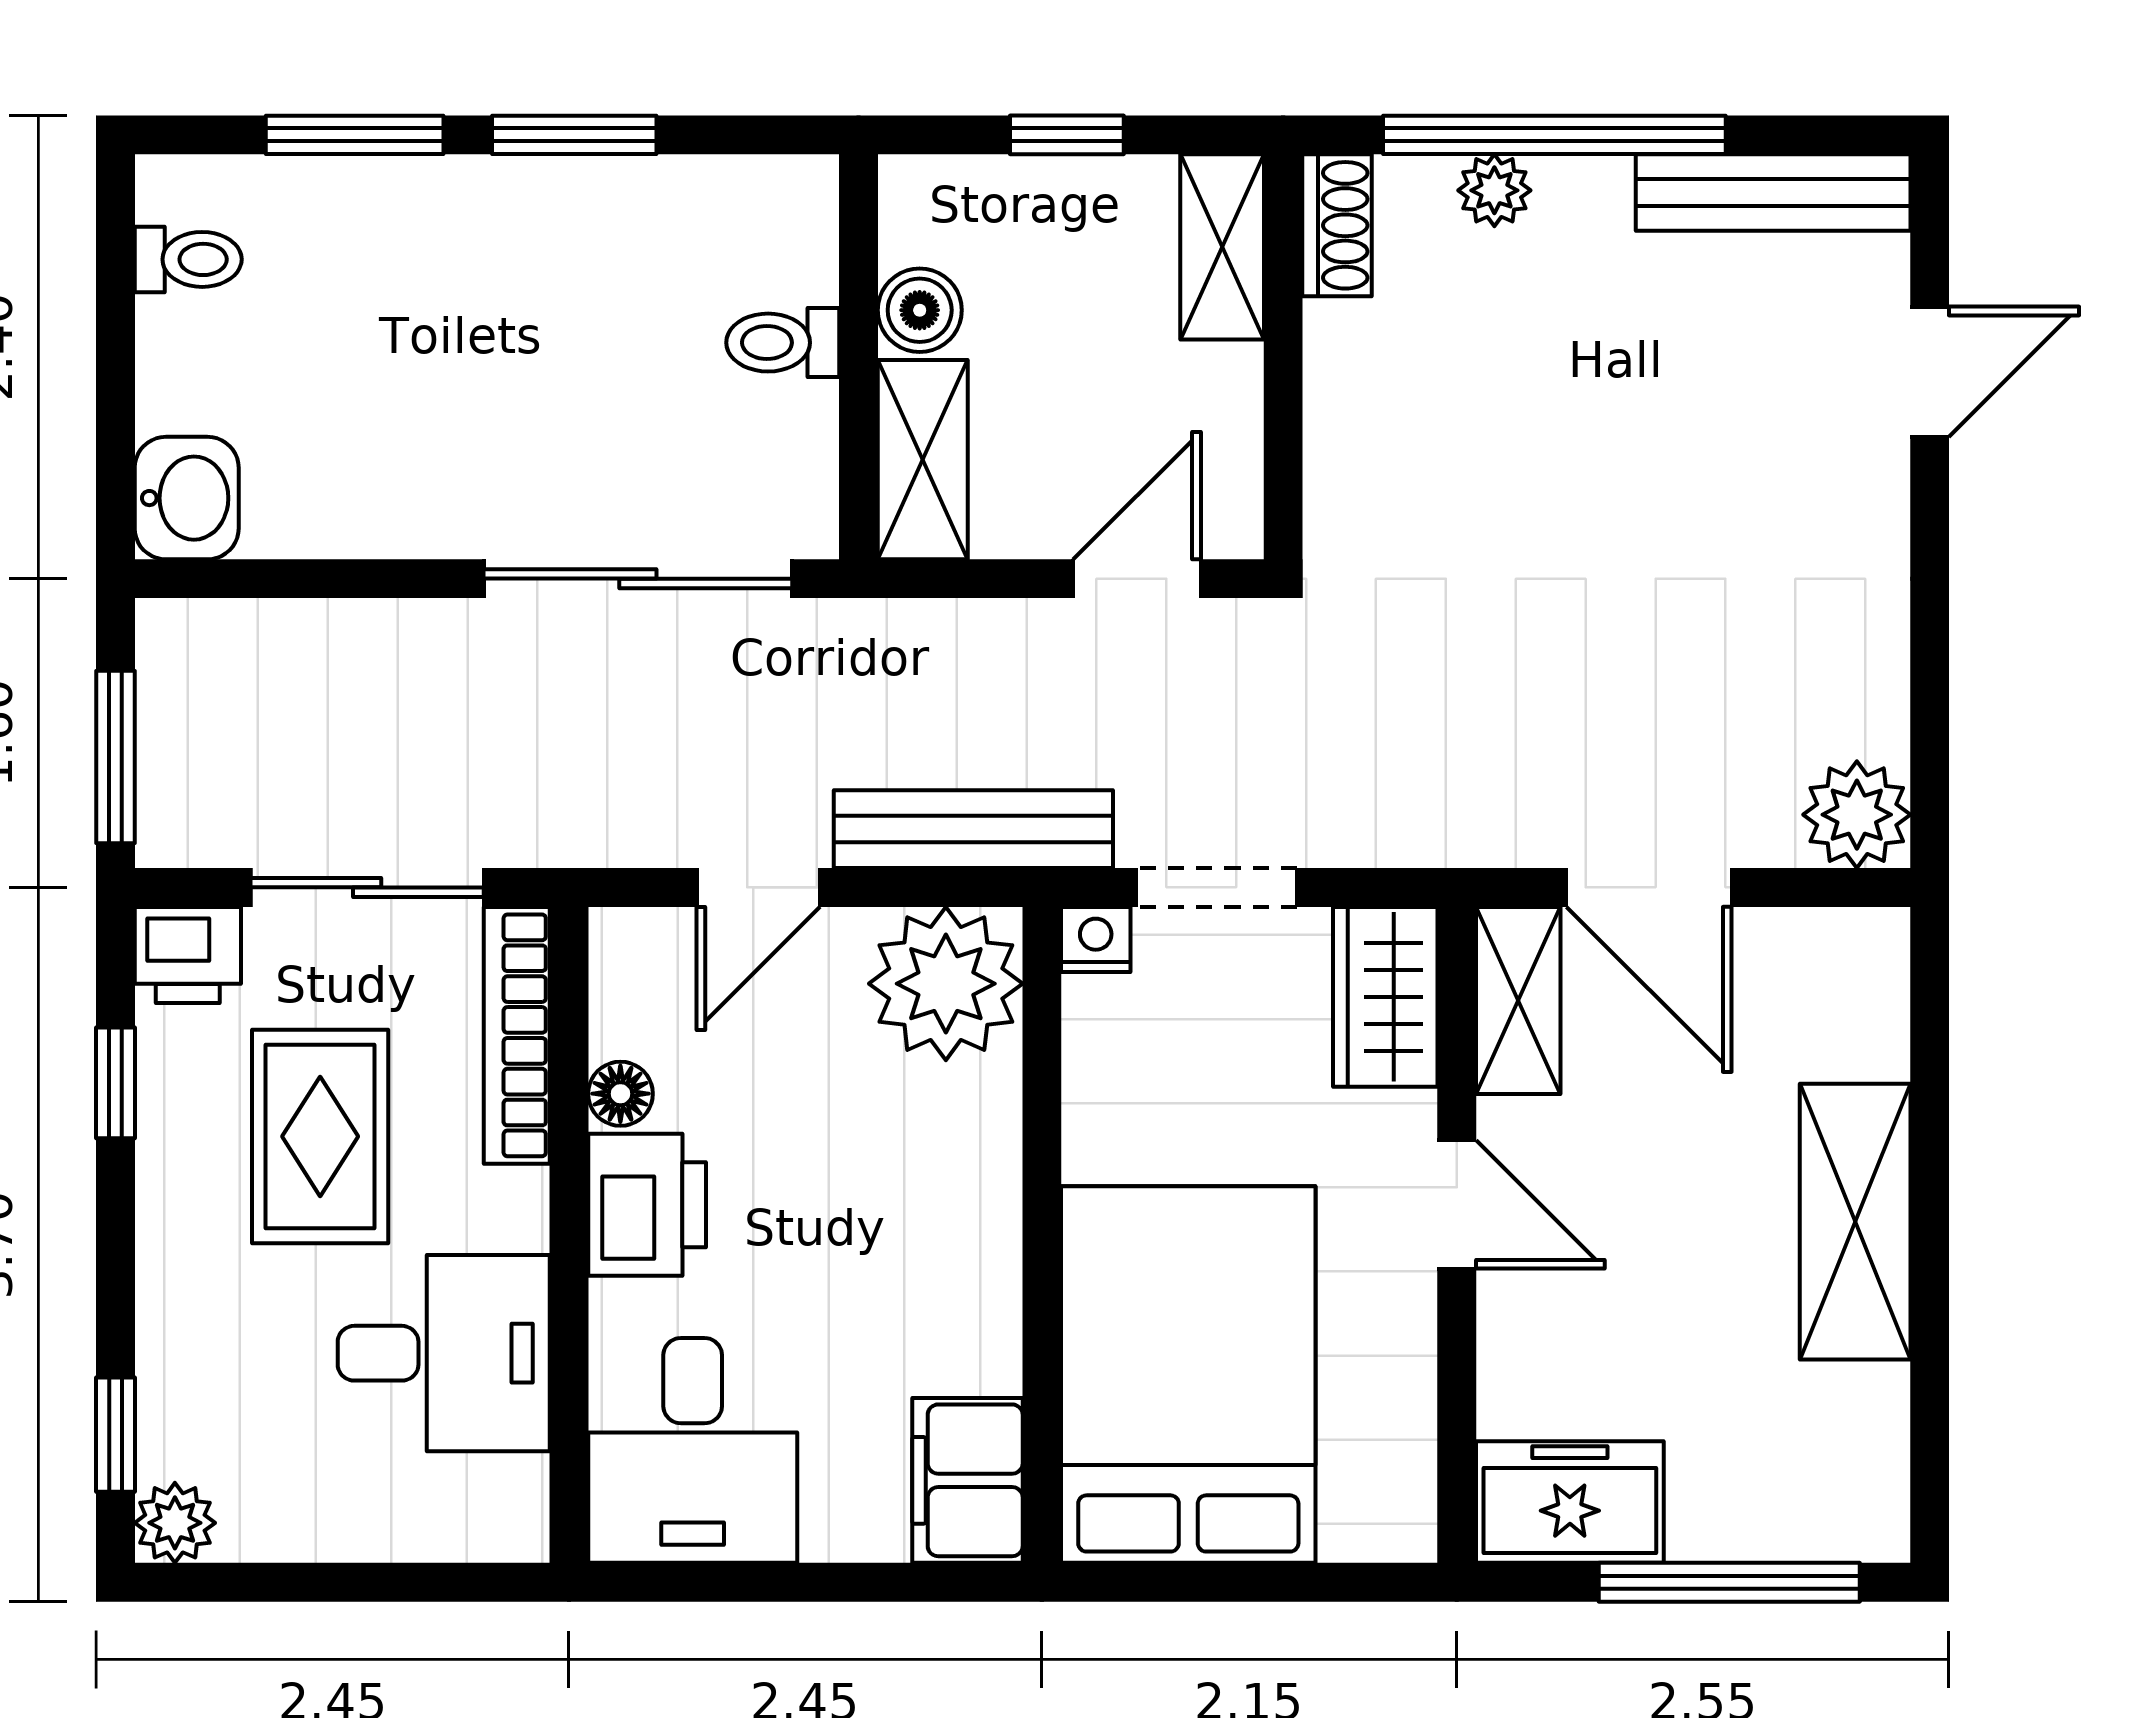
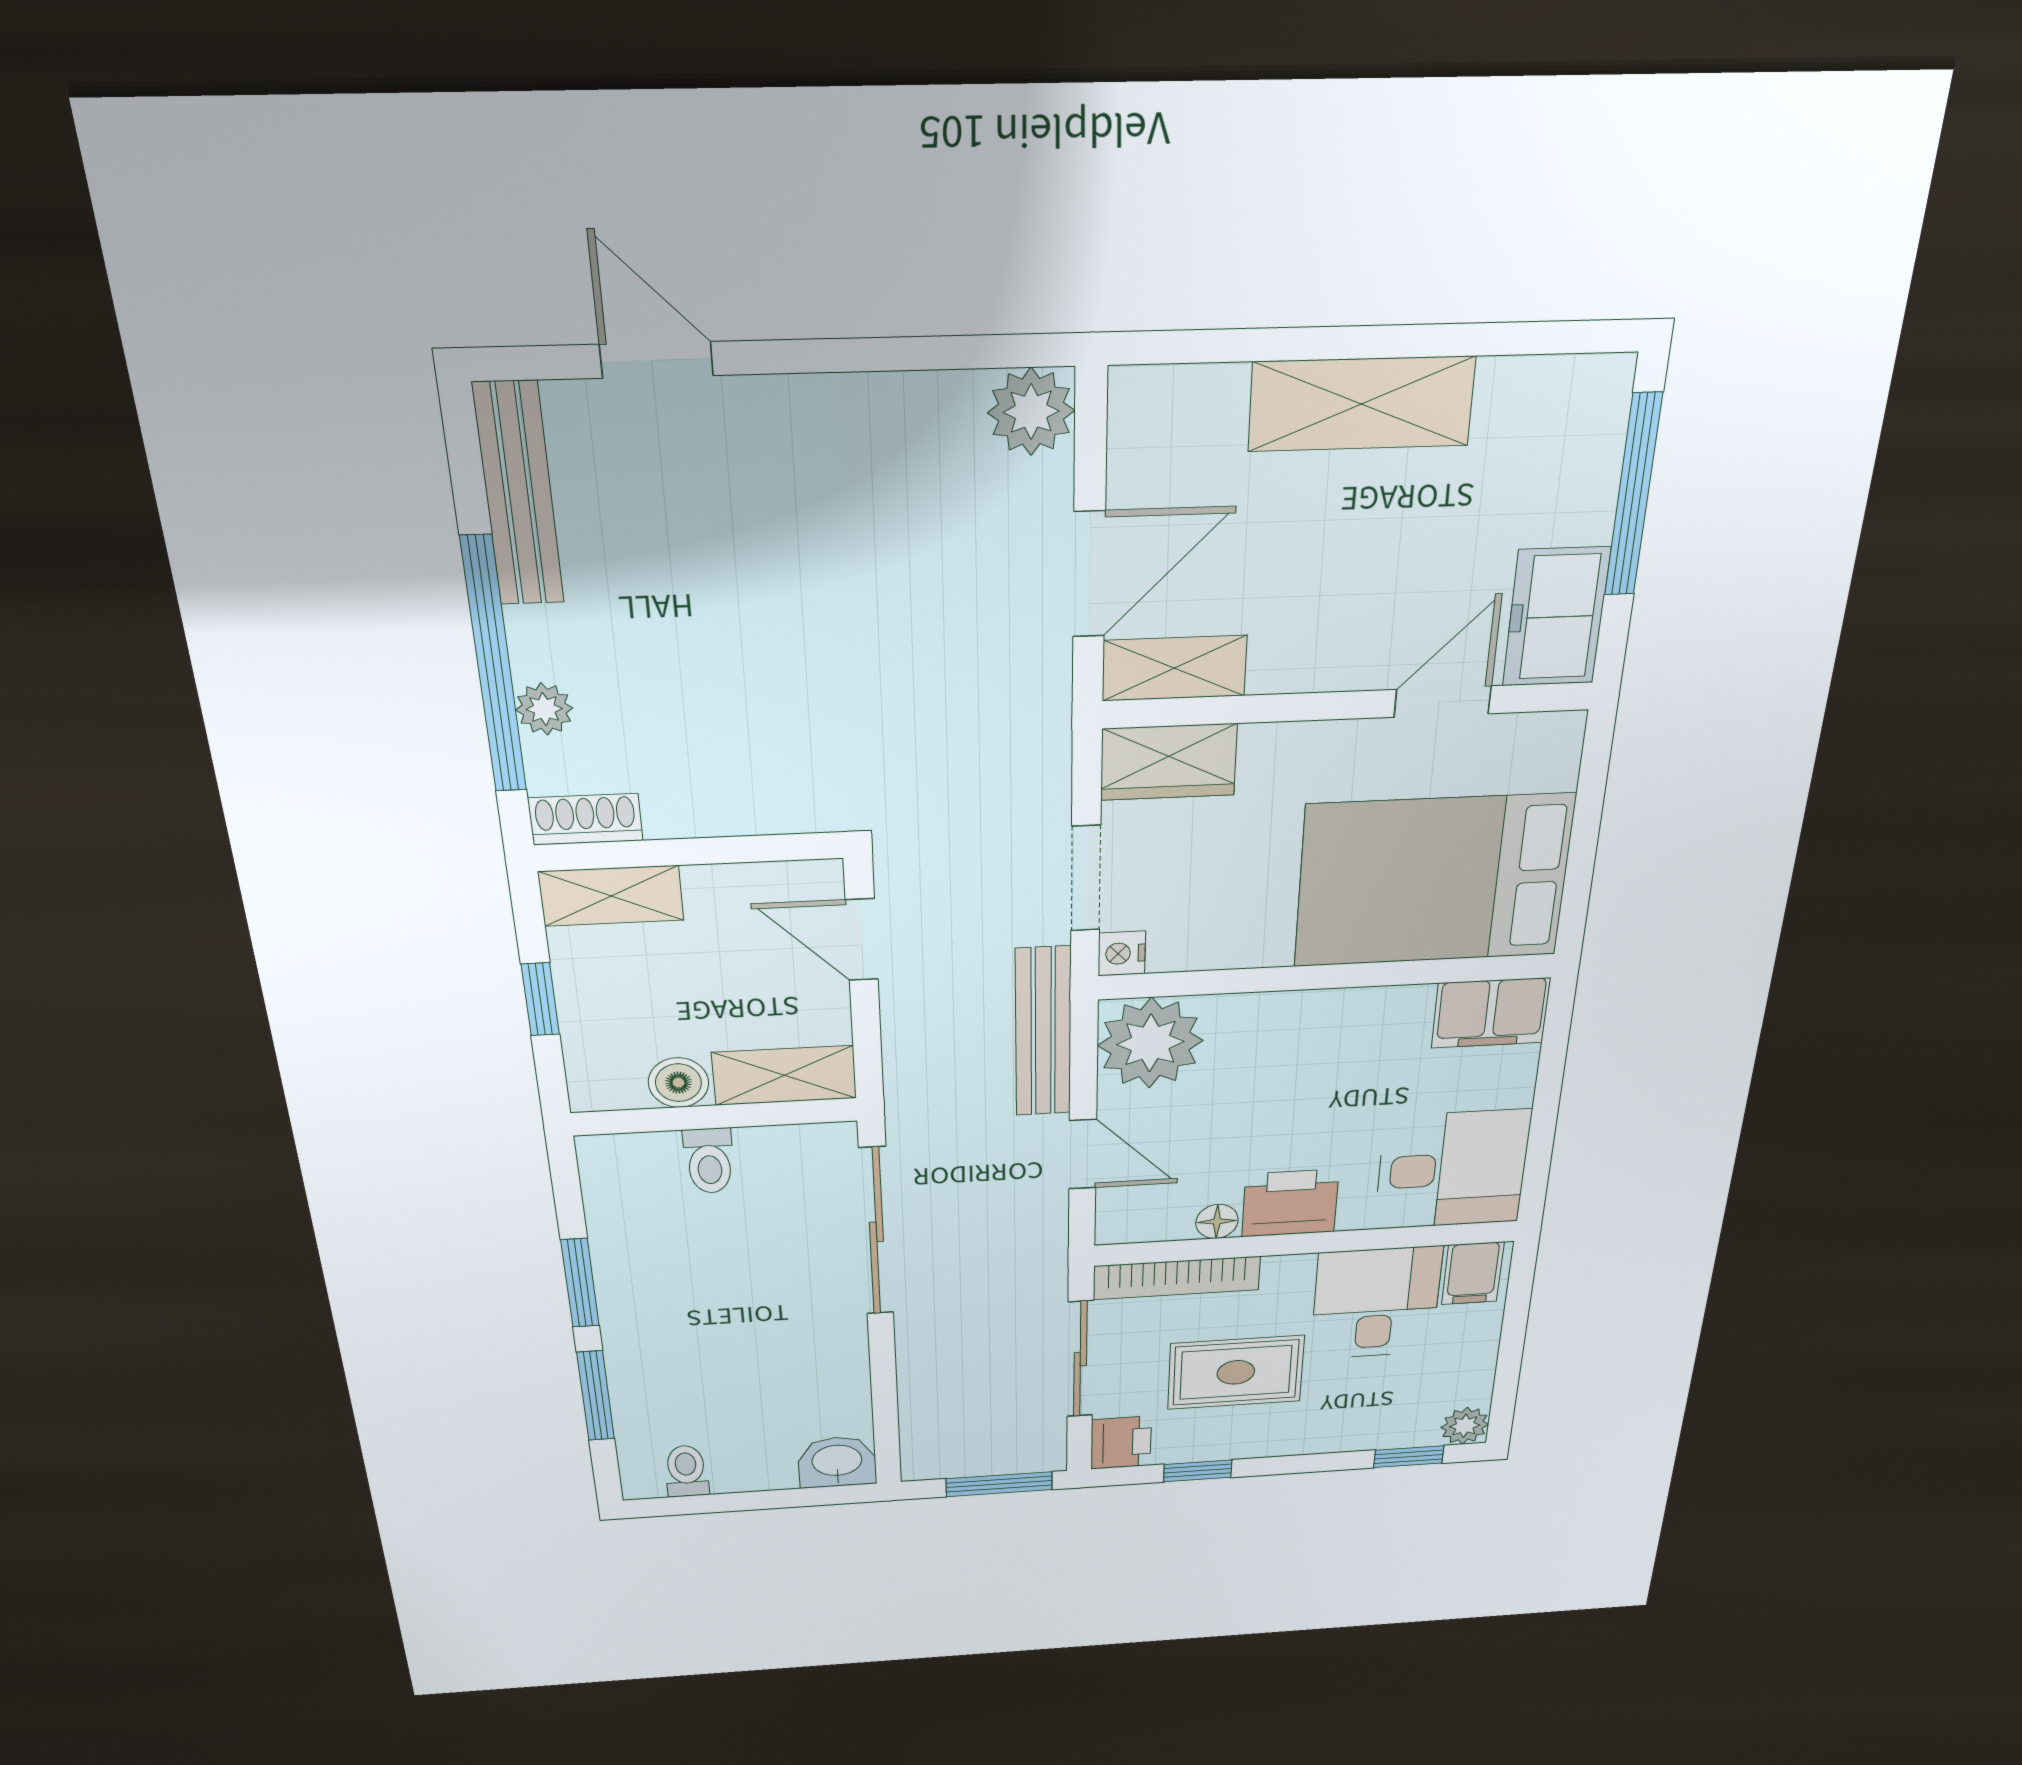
door: (1457, 1204) -> (1443, 702), moved
filing cabinet: (491, 1503) -> (1473, 1273), added

